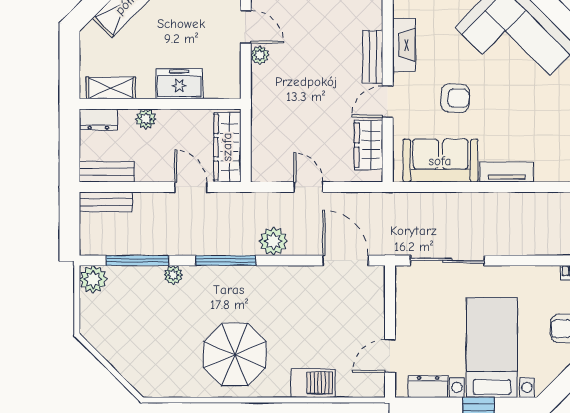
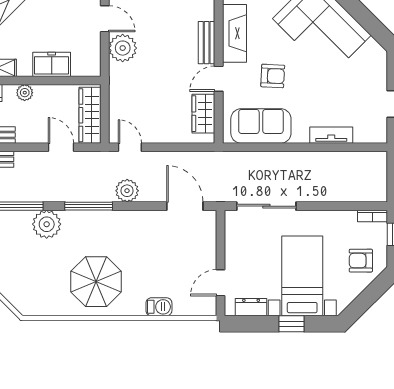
fireplace: (404, 45) -> (234, 33), width x1.37, depth x1.32
plant: (260, 55) -> (123, 48), width x1.88, depth x1.88
tv unit: (507, 172) -> (331, 135), moved
door: (309, 187) -> (130, 147), moved
plant: (173, 275) -> (47, 224), width x1.87, depth x1.87
barbecue: (313, 383) -> (159, 307), width x0.73, depth x0.79

